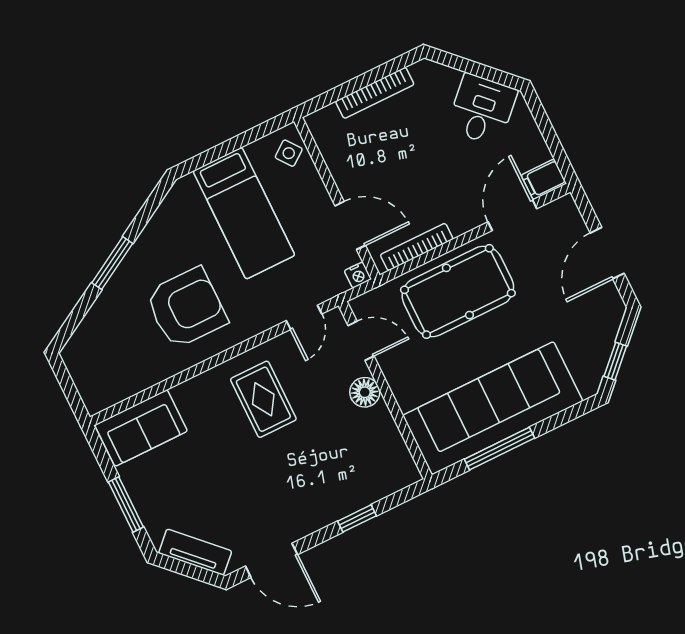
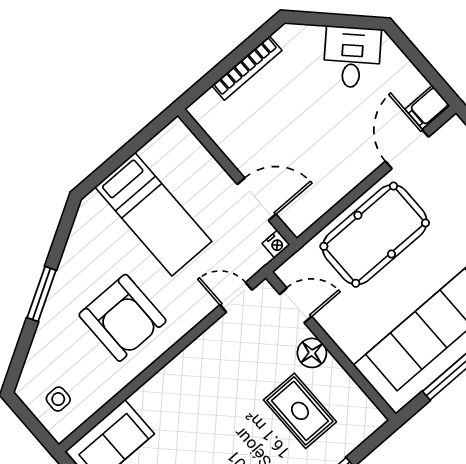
side table: (289, 153) -> (58, 399), moved, turned 37
bookcase: (417, 247) -> (325, 203), removed
armchair: (186, 308) -> (123, 318), turned 90
door: (304, 317) -> (236, 297), swing flipped
rug: (263, 399) -> (300, 411), moved

